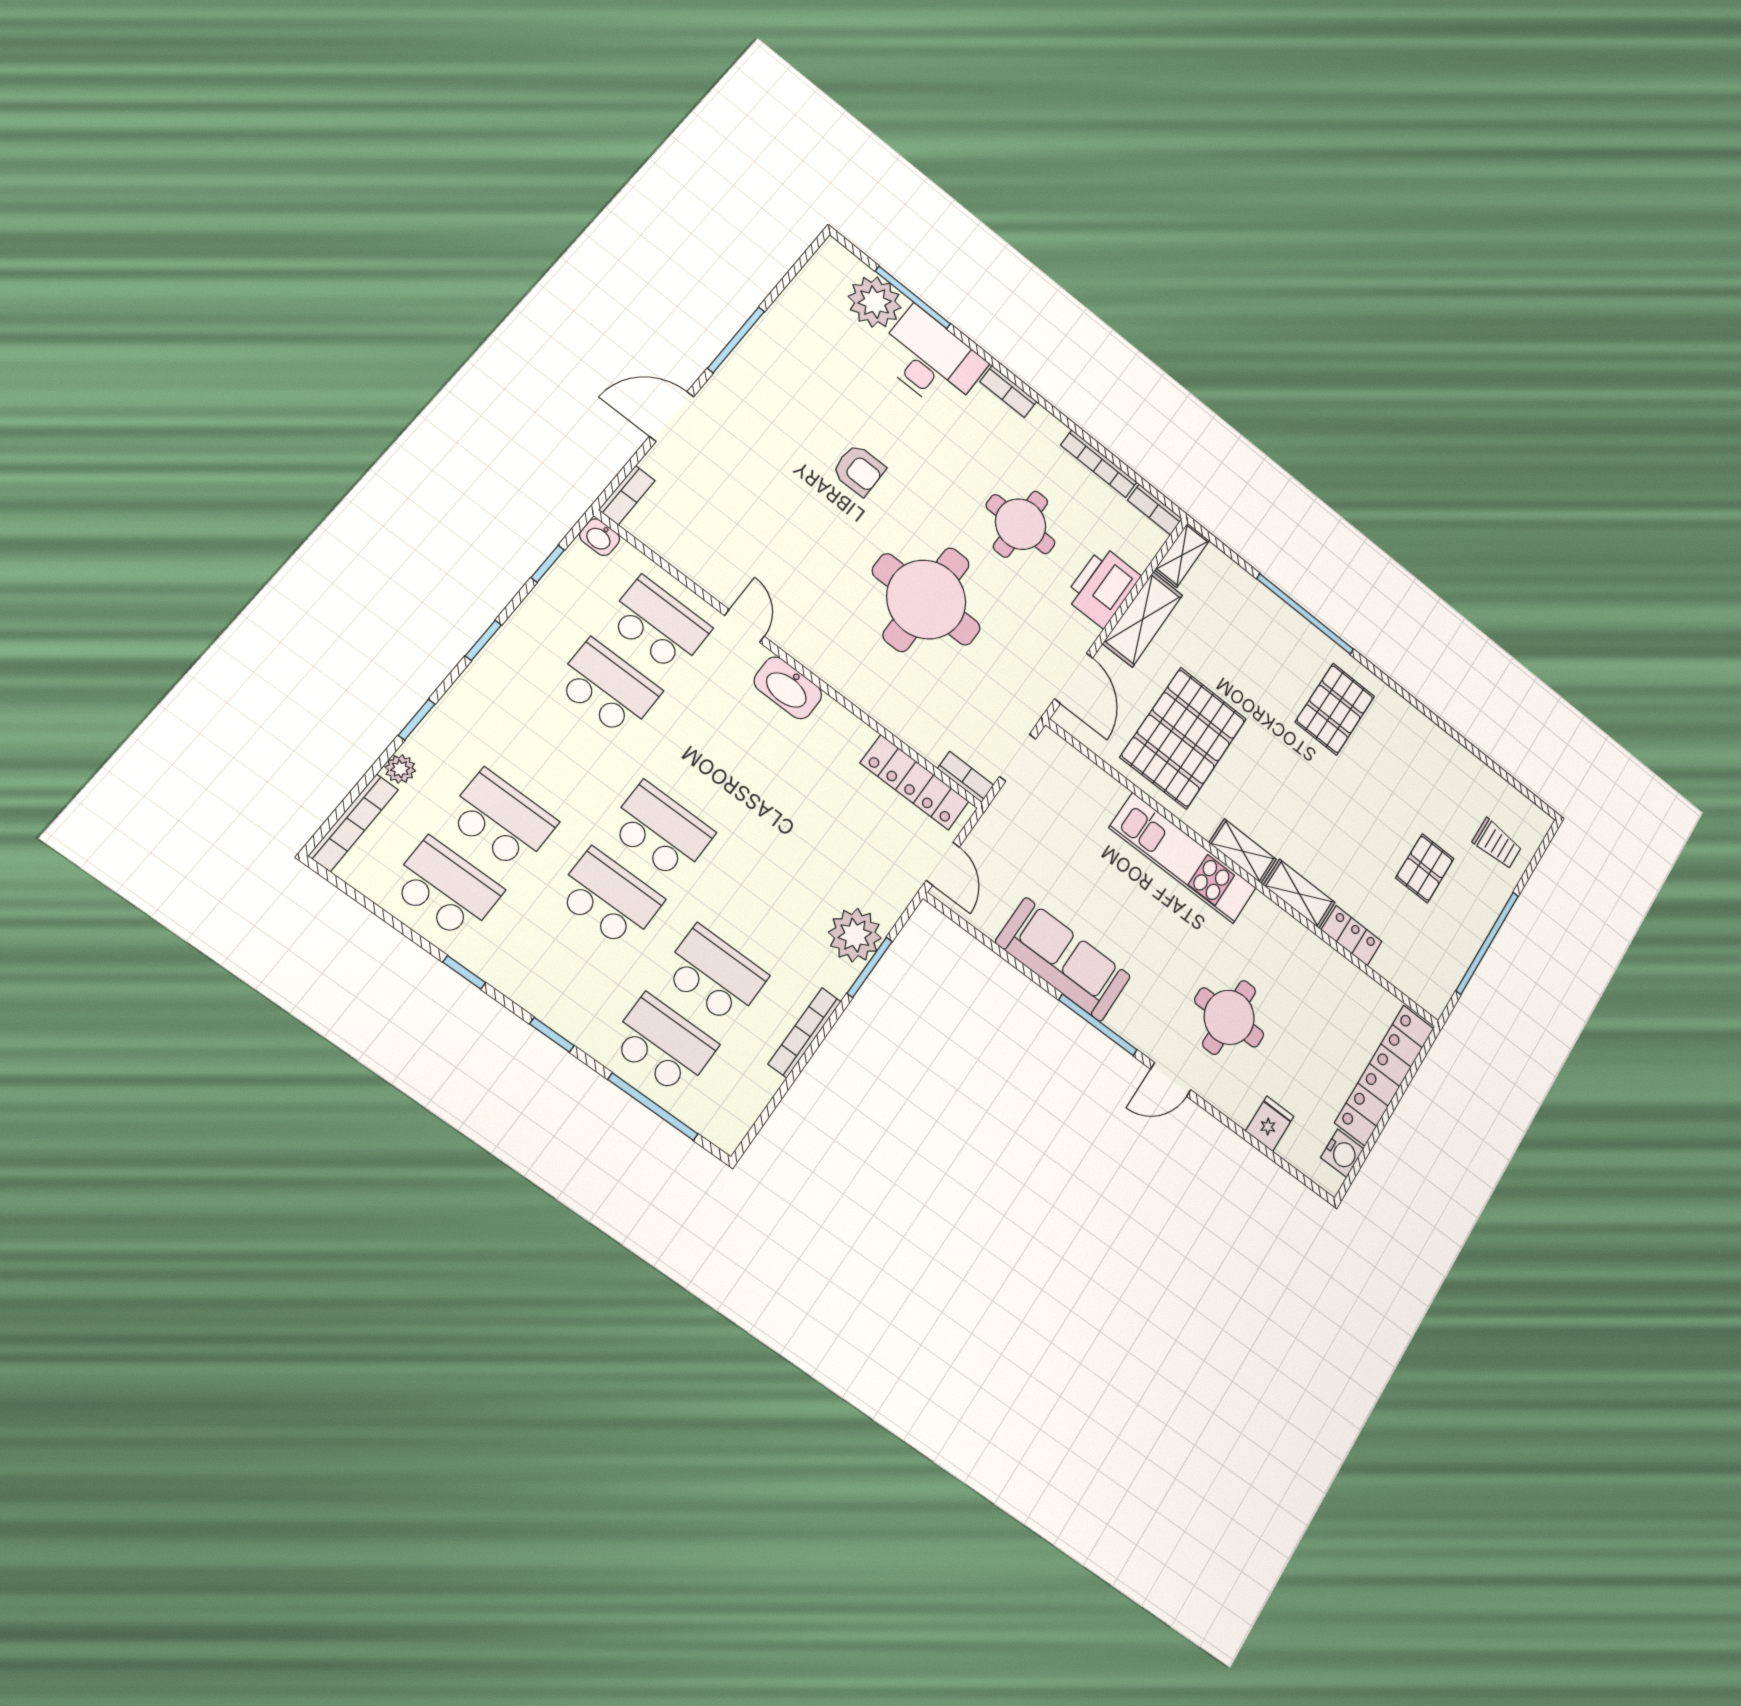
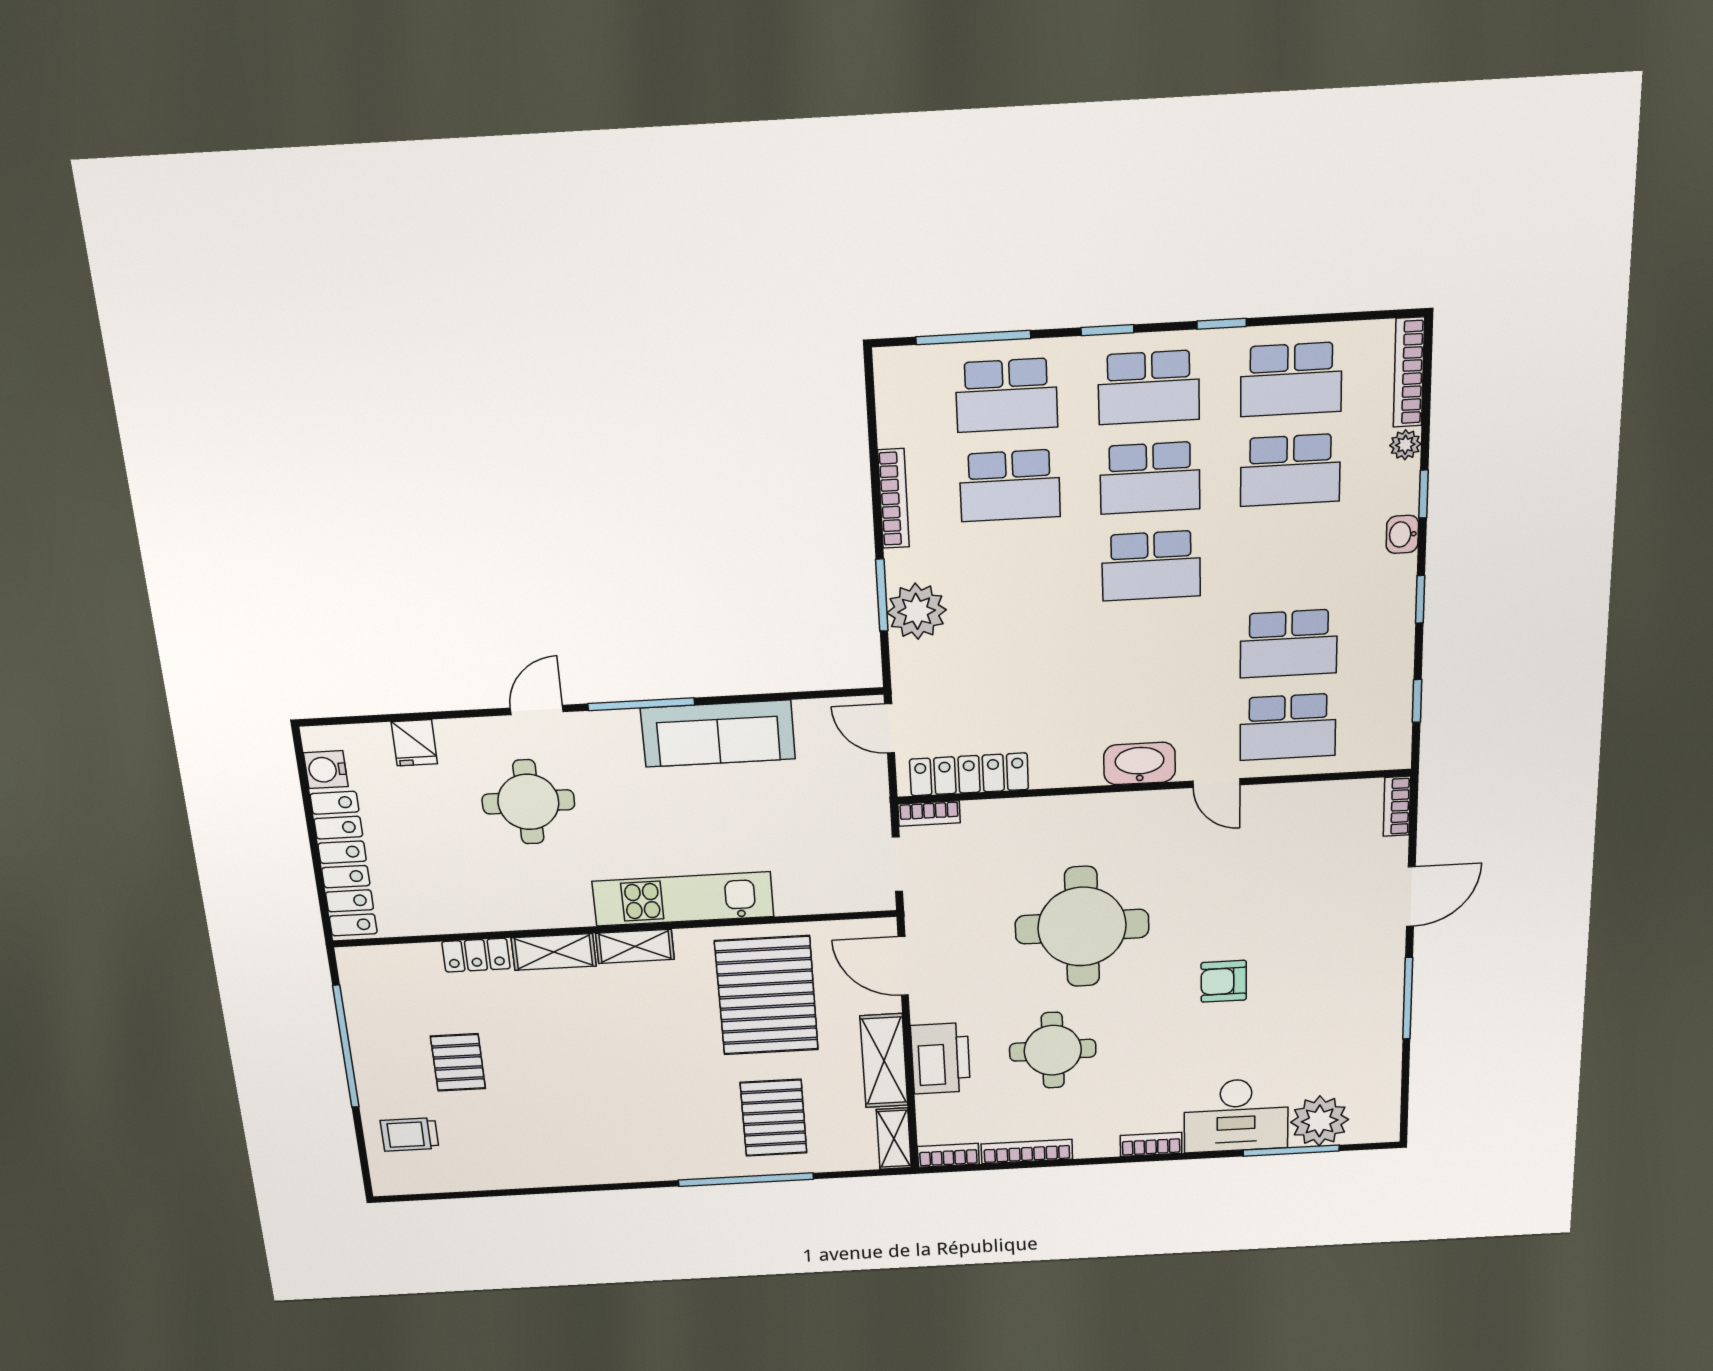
washbasin: (600, 537) -> (1402, 534), moved, turned -90
pallet: (1335, 709) -> (774, 1118), moved
school desk: (556, 967) -> (1149, 387), added

